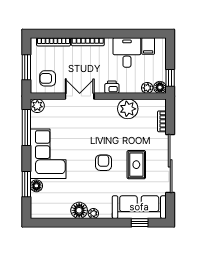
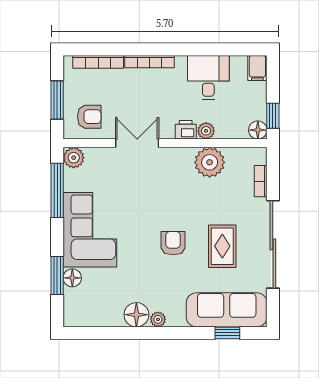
filing cabinet: (148, 46) -> (257, 68), moved
armchair: (48, 78) -> (89, 117), turned 180
plant: (147, 88) -> (206, 131), moved

